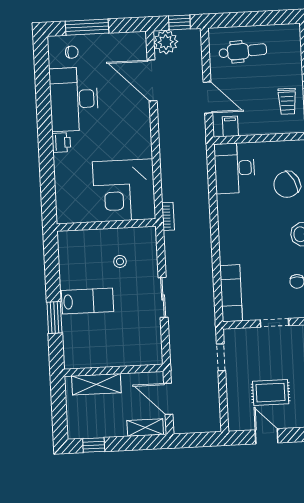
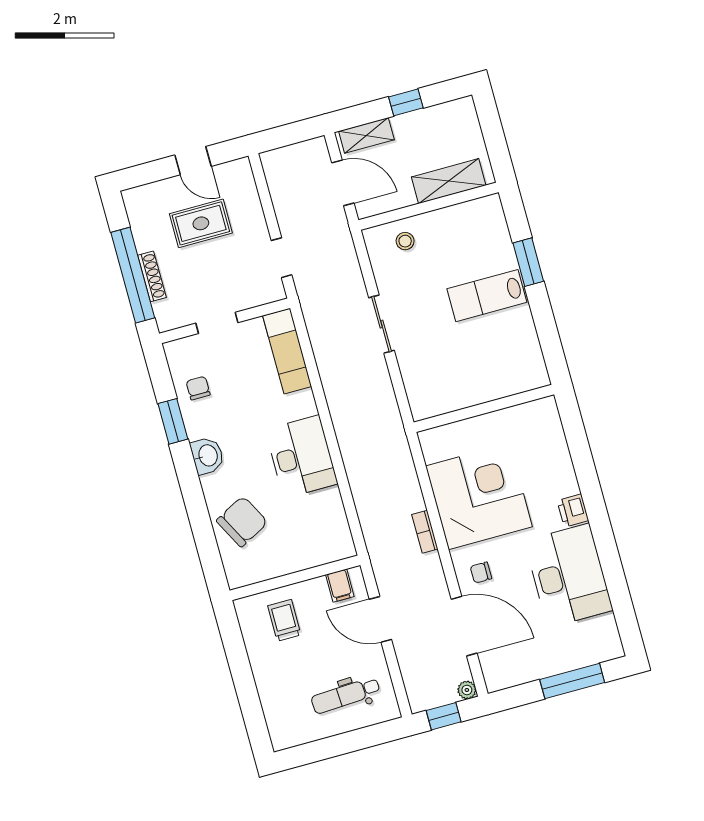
plant: (166, 42) -> (467, 690), width x0.53, depth x0.53
chair: (72, 52) -> (481, 572), moved
trolley: (287, 101) -> (284, 620), moved
desk: (235, 168) -> (301, 457), moved
corner desk: (124, 190) -> (479, 496), moved
bookcase: (168, 216) -> (425, 532), moved
stool: (120, 261) -> (405, 241), moved
window: (94, 445) -> (406, 102), moved

